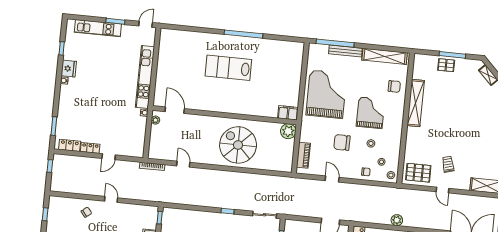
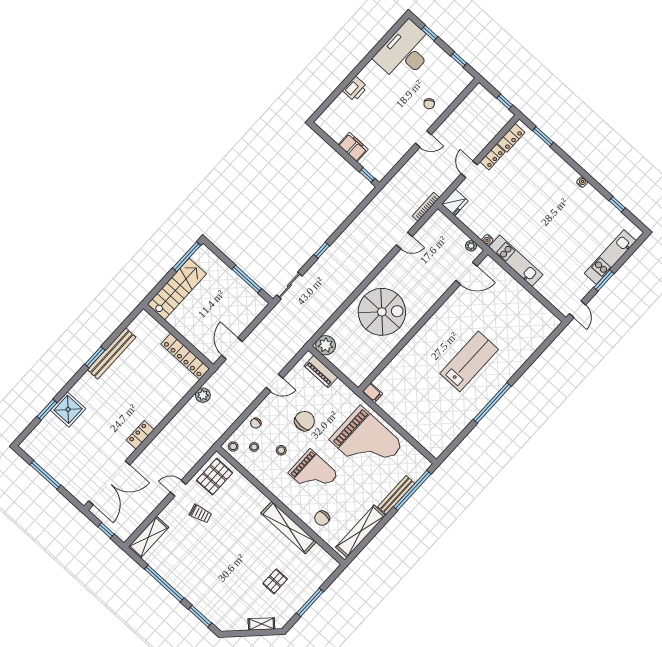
pallet: (446, 65) -> (275, 581), moved
fridge: (69, 69) -> (455, 202), moved, turned -90
kitchen unit: (145, 77) -> (516, 261), width x0.73
filing cabinet: (288, 113) -> (372, 393), width x0.50
plant: (288, 131) -> (326, 345), moved
plant: (397, 220) -> (203, 395), moved

